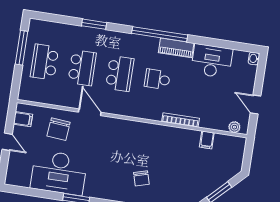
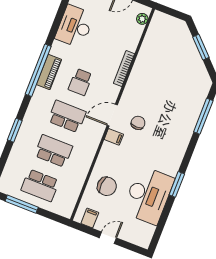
piano: (176, 48) -> (49, 72), moved
door: (90, 112) -> (112, 115), moved
filing cabinet: (207, 140) -> (114, 137), moved
chair: (141, 178) -> (138, 123), moved, turned -74

